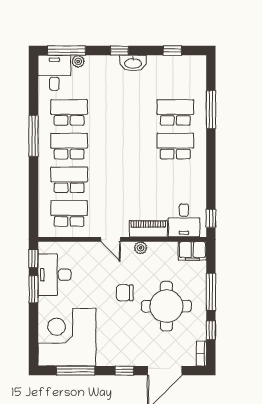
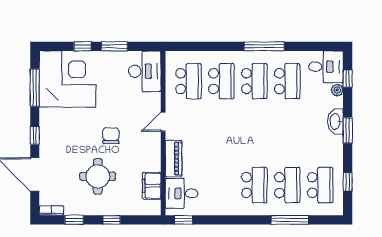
window: (67, 51) -> (348, 79), width x0.46
window: (119, 51) -> (348, 130), width x1.50
washbasin: (133, 63) -> (335, 121), moved
school desk: (175, 79) -> (320, 185), added
plant: (141, 248) -> (155, 151), removed
filing cabinet: (192, 251) -> (152, 186), moved
window: (33, 259) -> (82, 46), moved
desk: (54, 275) -> (145, 71), moved, turned 90
window: (211, 292) -> (112, 220), width x0.46
round table: (166, 306) -> (98, 176), width x0.73, depth x0.73

